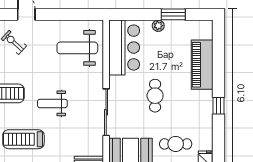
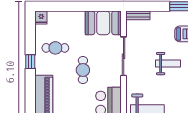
cafe table: (176, 144) -> (55, 48), moved

